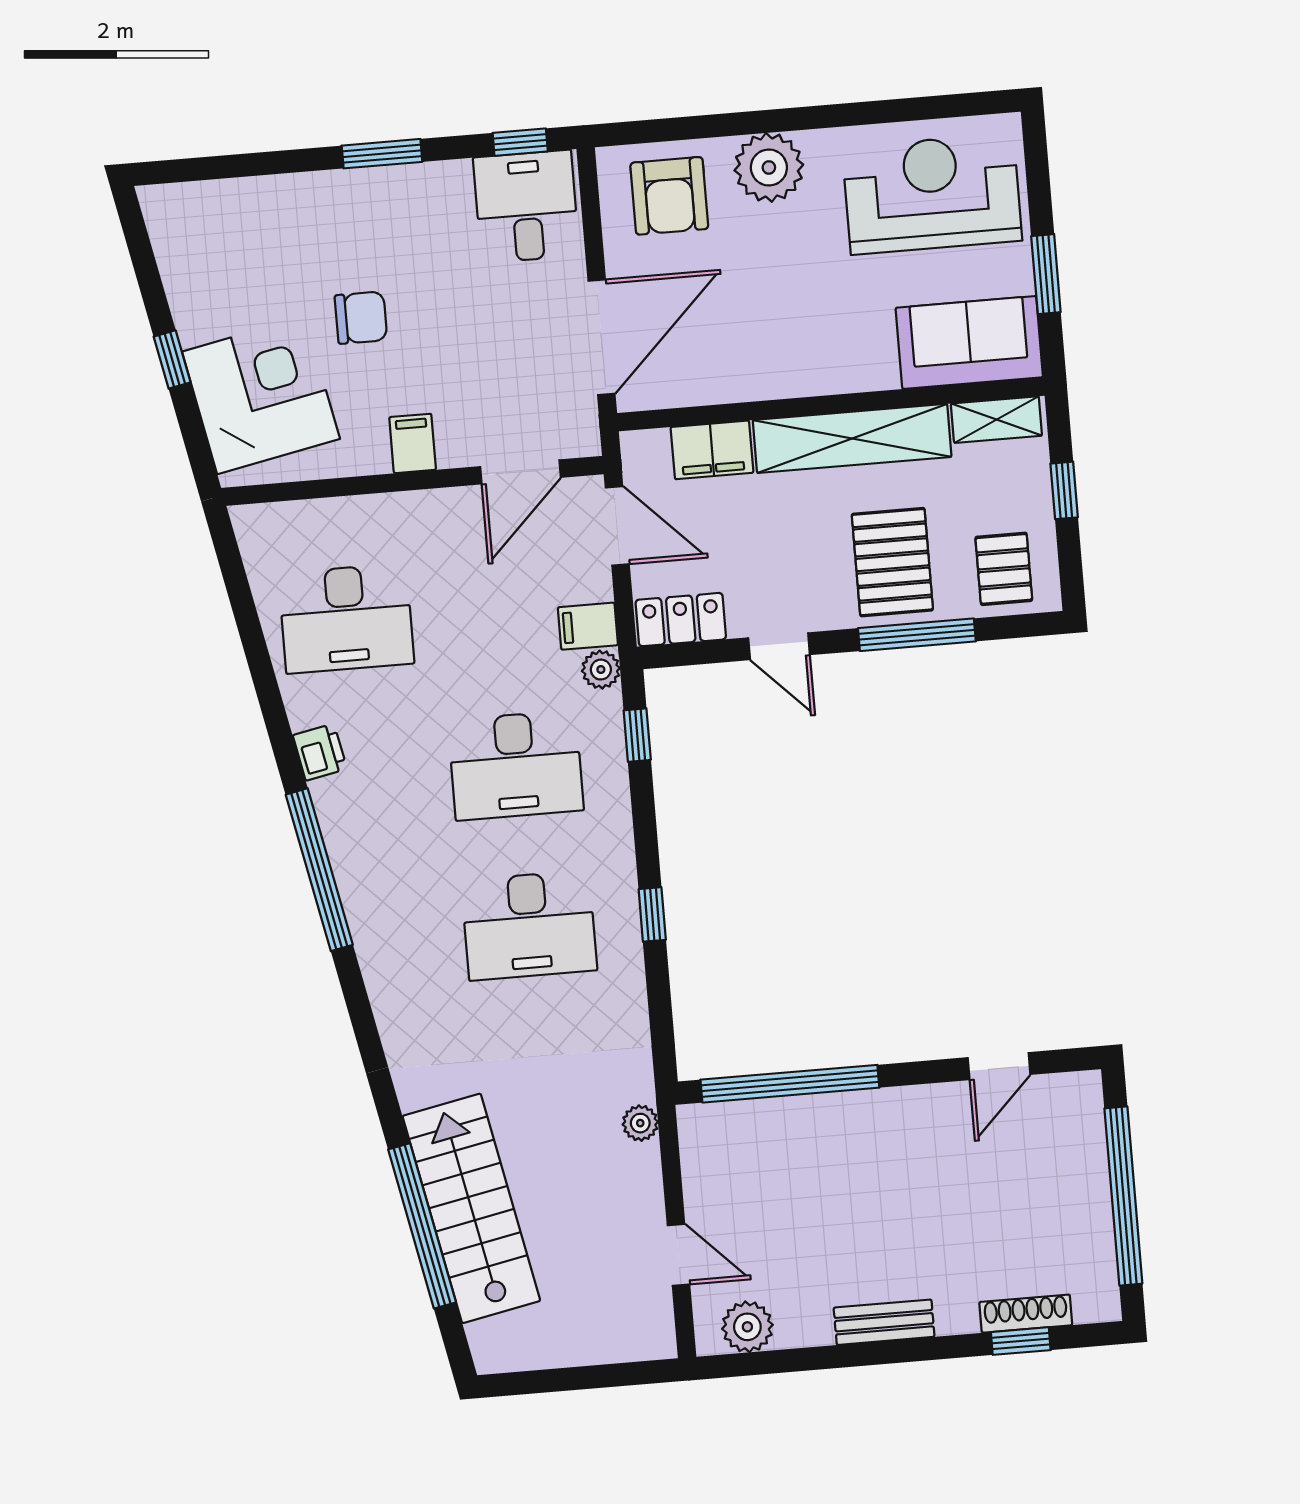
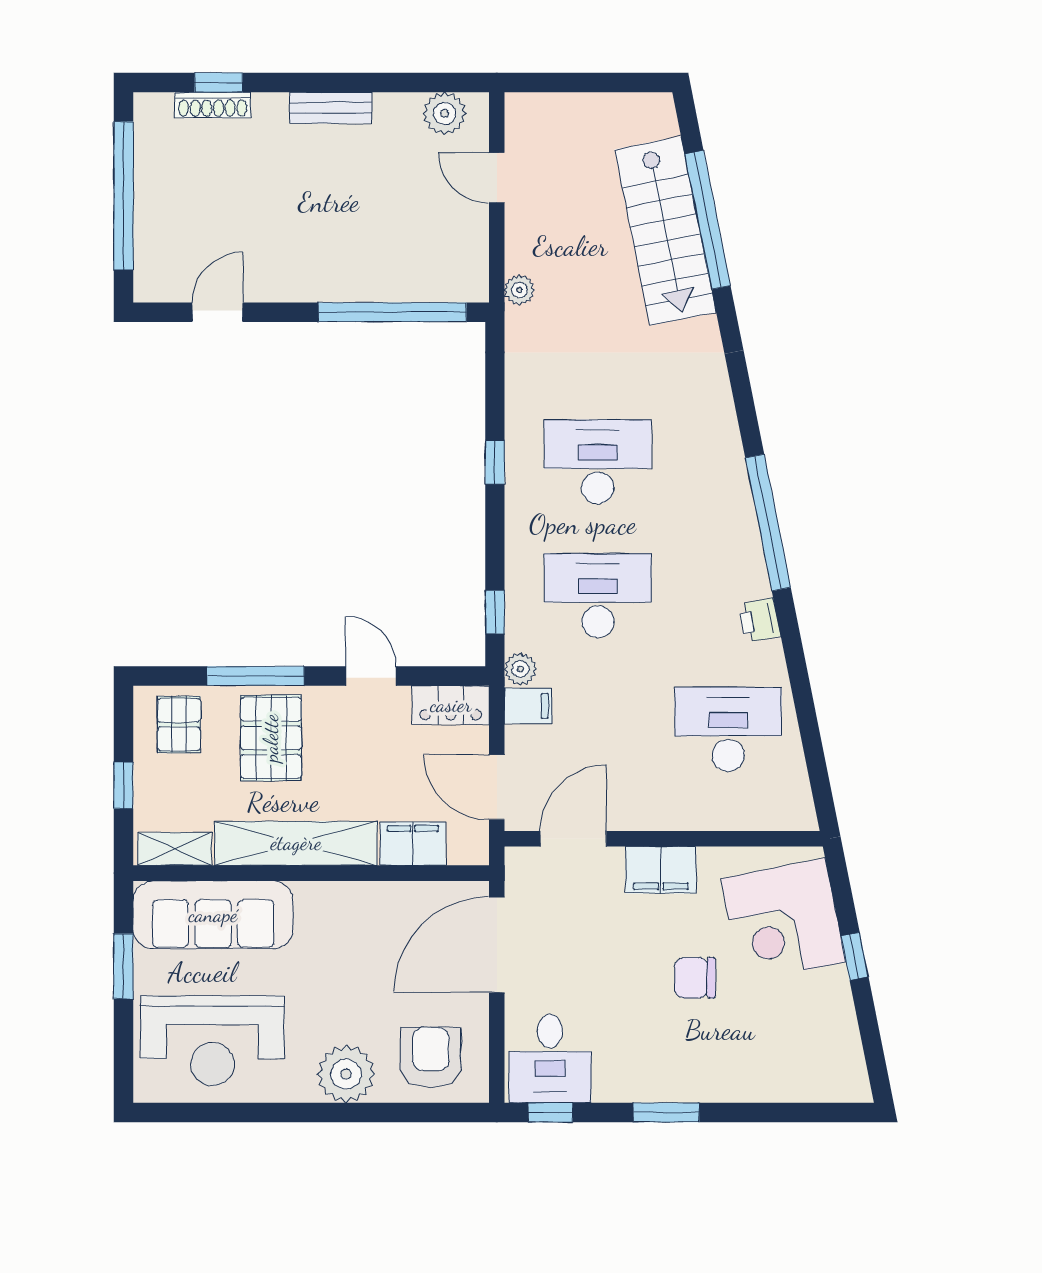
sofa: (969, 343) -> (213, 915), width x1.36
filing cabinet: (413, 443) -> (661, 870), width x2.00

